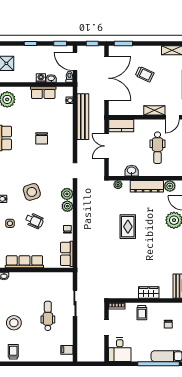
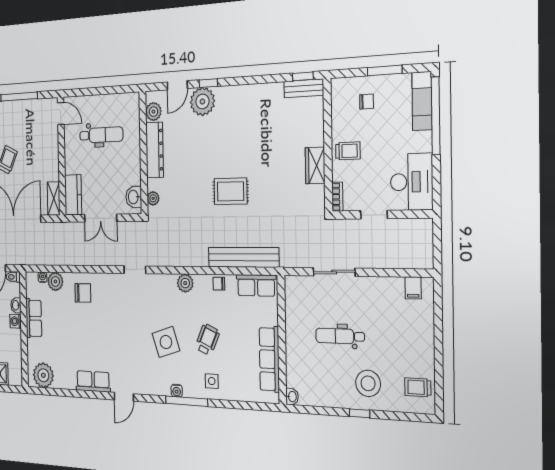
shelving: (154, 110) -> (54, 199), moved
bench: (83, 117) -> (243, 257), moved
chair: (42, 138) -> (83, 293), moved
washbasin: (132, 171) -> (134, 197), moved
plant: (67, 194) -> (55, 281), moved
rug: (128, 227) -> (231, 191), moved
wardrobe: (149, 293) -> (315, 166), moved
dental chair: (48, 316) -> (340, 336), moved
desk: (120, 350) -> (412, 182), width x1.37

